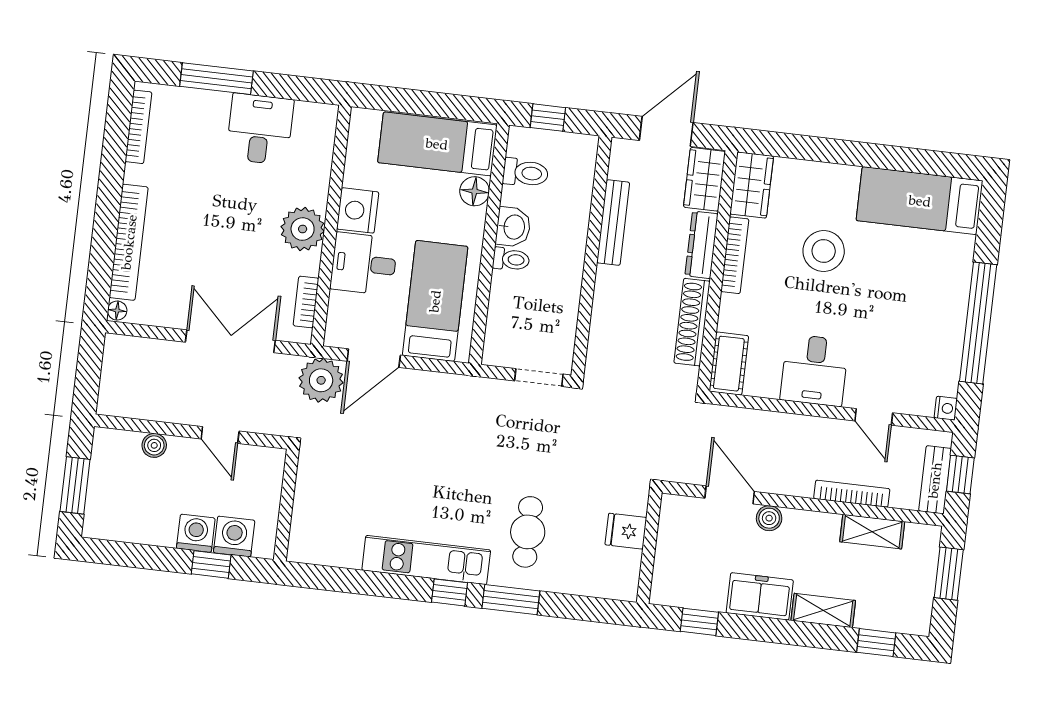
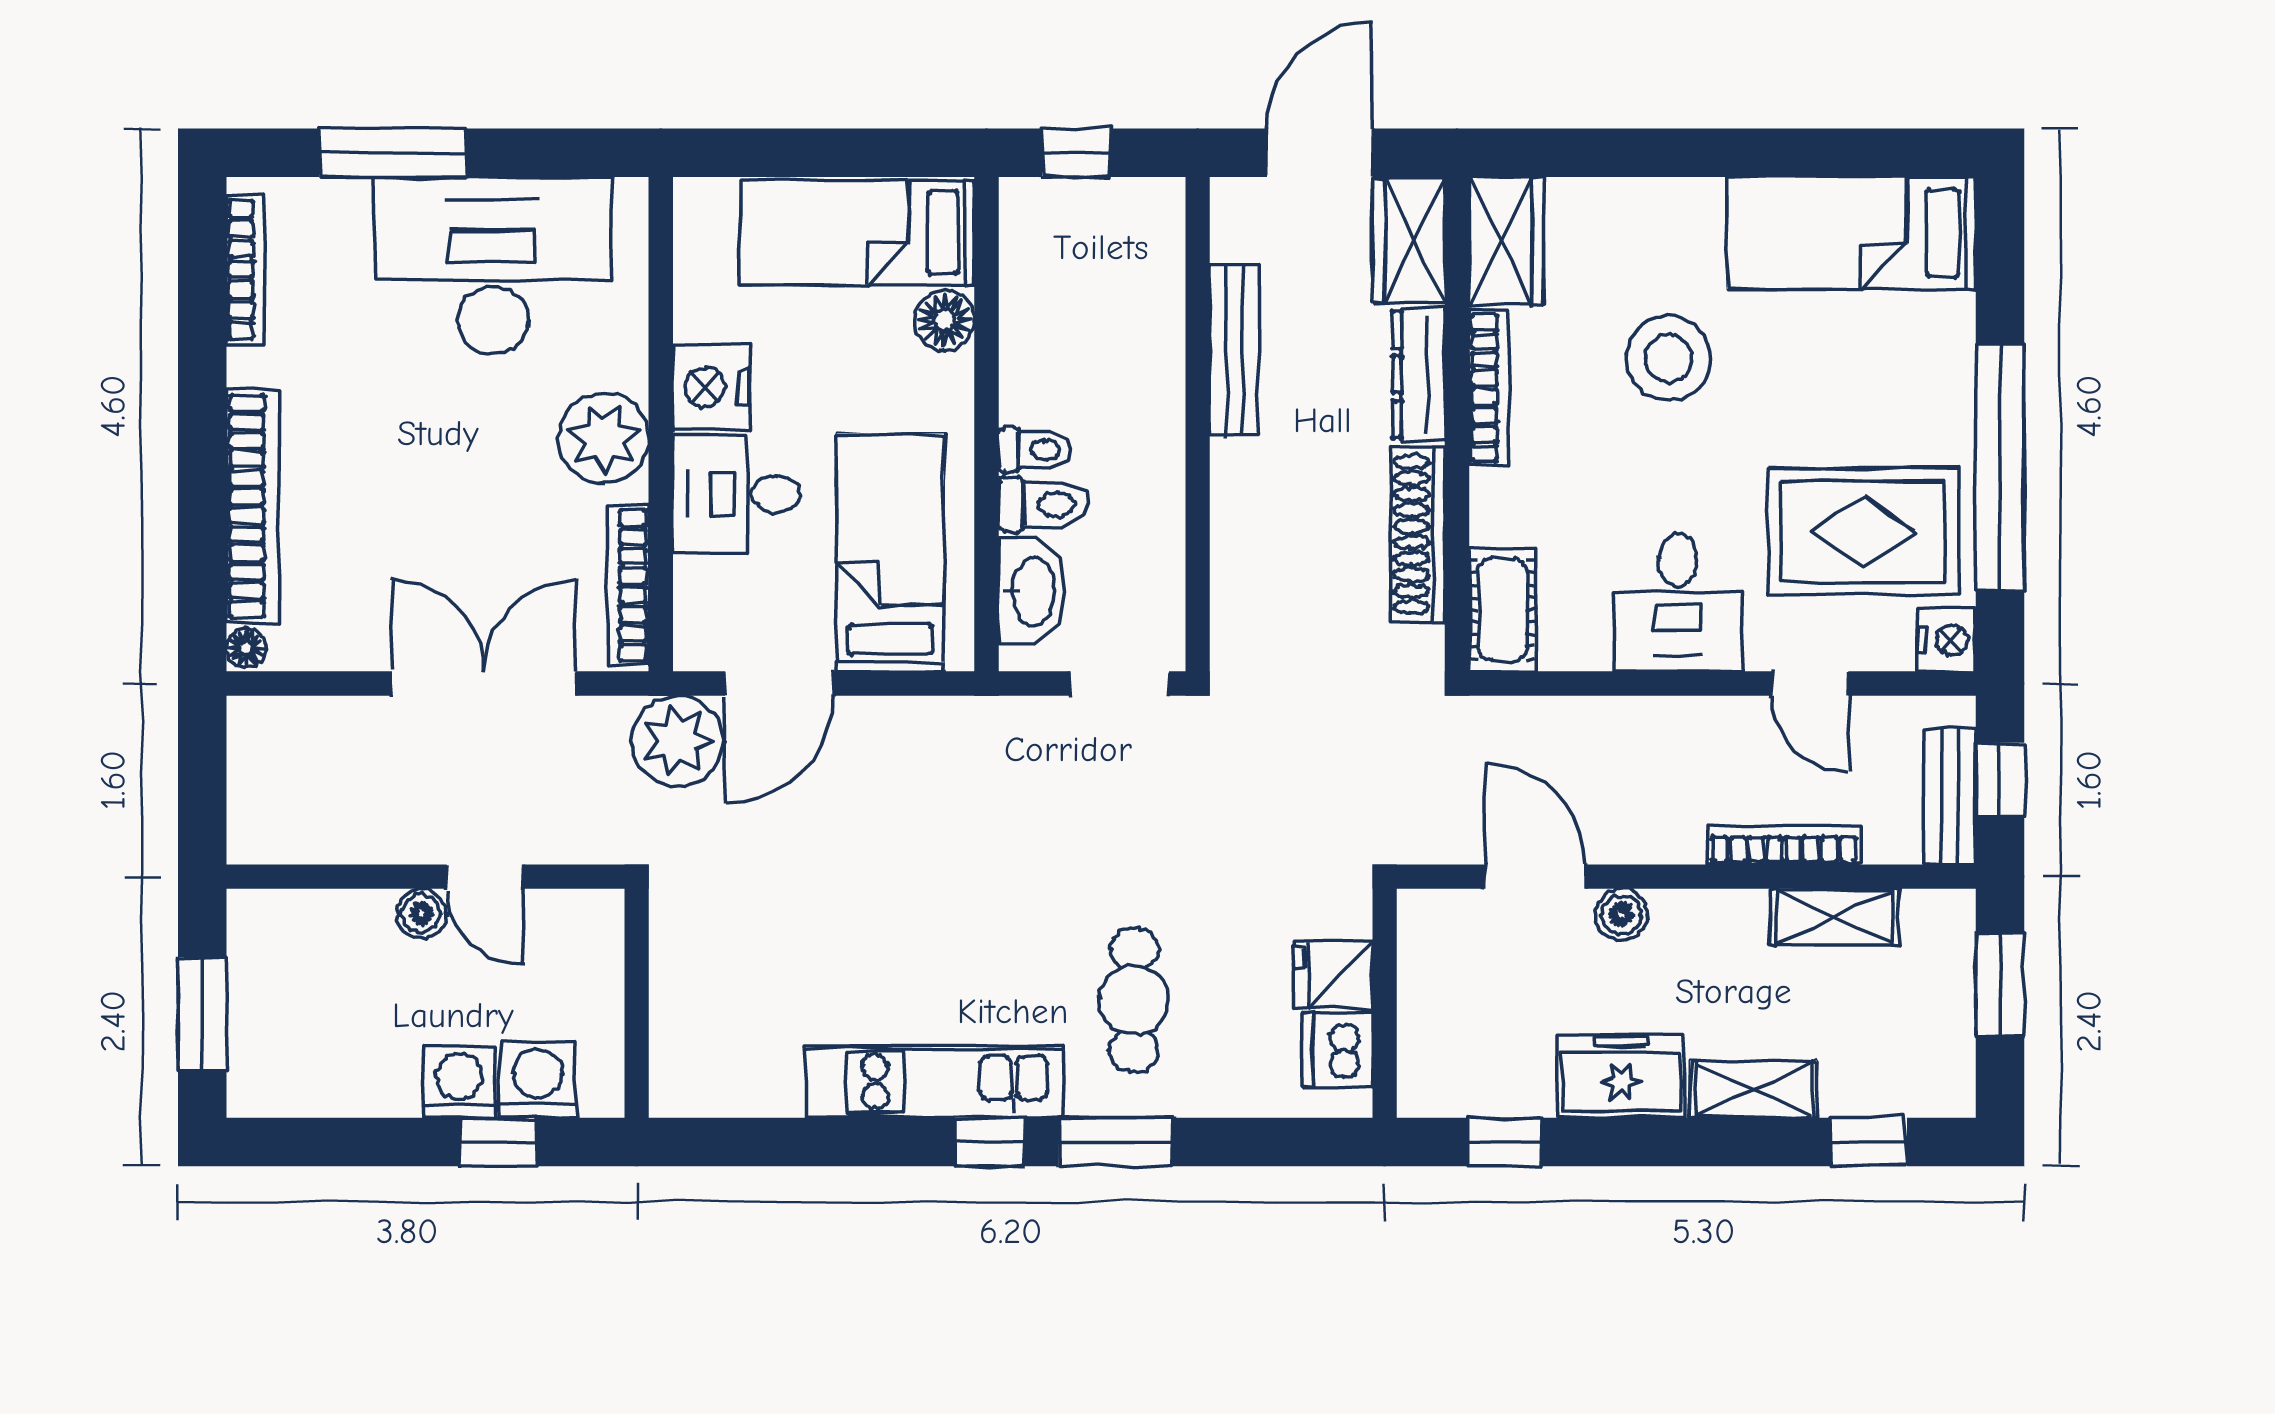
desk: (260, 129) -> (493, 265), width x1.87, depth x1.30
toilet: (526, 173) -> (1044, 504), moved
washbasin: (513, 227) -> (1032, 591), moved, width x1.38
bookcase: (306, 302) -> (628, 586), width x1.56
rug: (908, 346) -> (1863, 532), added
nightstand: (946, 408) -> (1947, 640), width x1.39, depth x1.35
boiler: (154, 445) -> (421, 913), moved
dishwasher: (624, 568) -> (1338, 1050), added

